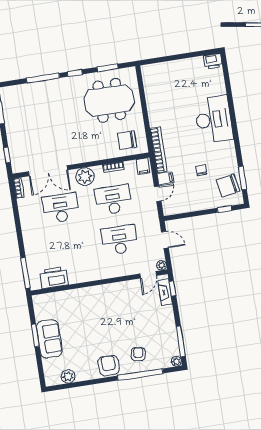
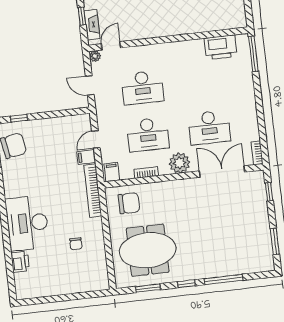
printer: (213, 61) -> (20, 262), moved, turned 90
chair: (201, 170) -> (76, 244), moved
window: (172, 288) -> (82, 16), moved

